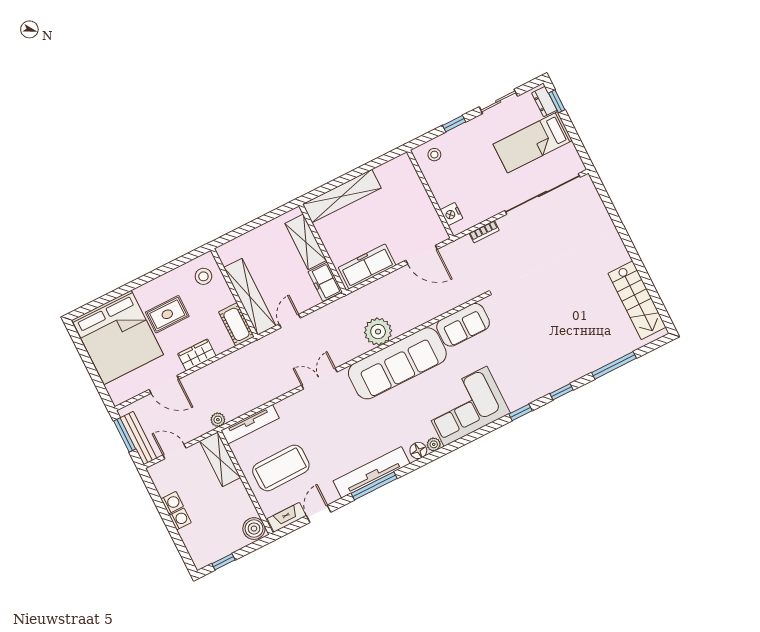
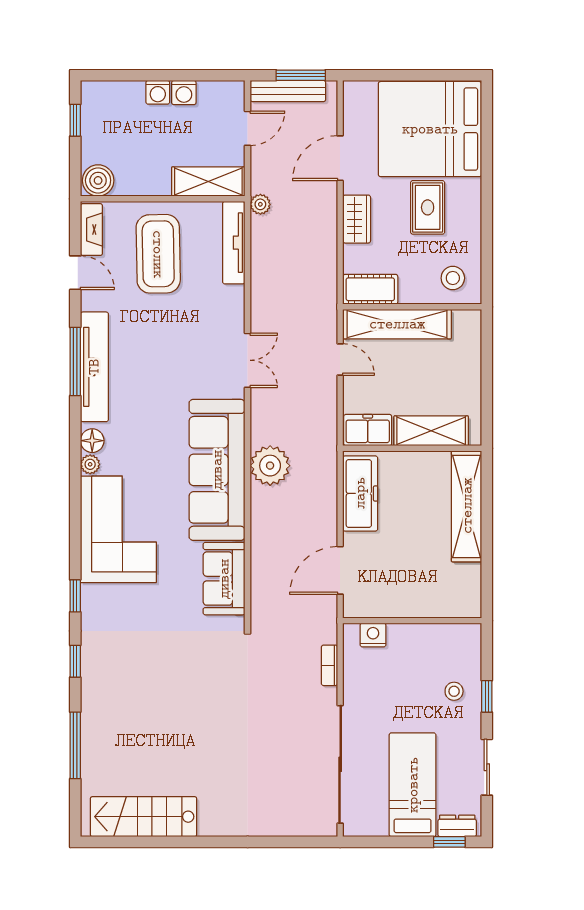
stool: (434, 155) -> (454, 691), moved

